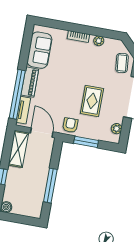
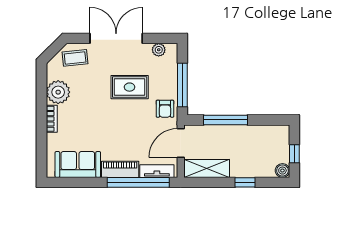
plant: (99, 41) -> (58, 92), width x1.87, depth x1.87
armchair: (70, 125) -> (165, 109), turned -90
window: (86, 142) -> (182, 85), width x1.44
window: (50, 186) -> (226, 120), moved
window: (17, 219) -> (294, 154), added

